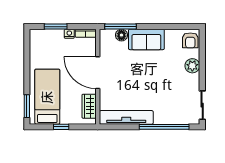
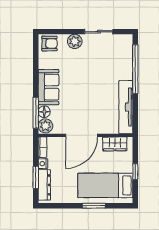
dresser: (48, 35) -> (44, 185), added
plant: (107, 36) -> (45, 126), added
sliding door: (202, 105) -> (99, 32), moved
window: (27, 106) -> (94, 206), moved

